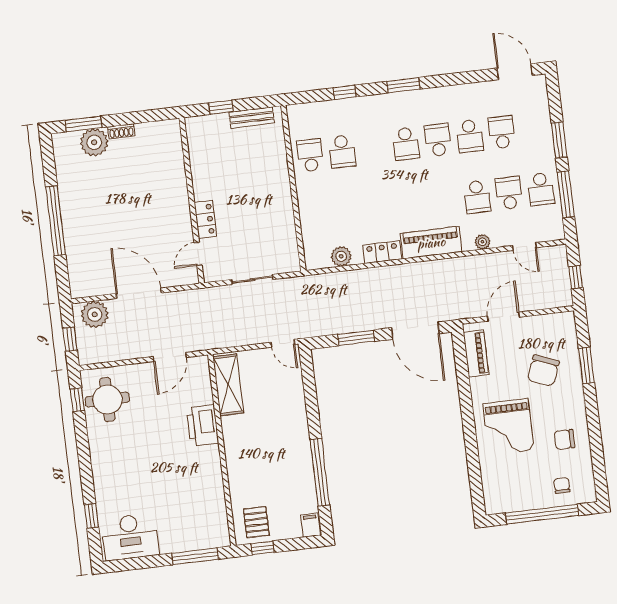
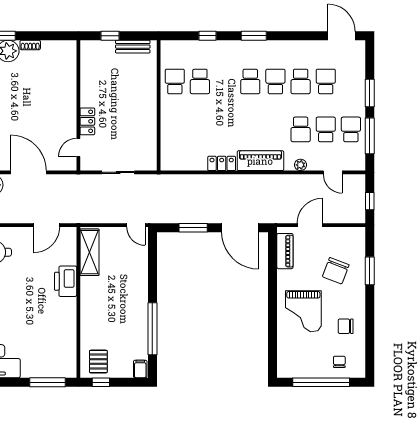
school desk: (541, 189) -> (351, 129), turned 180
plant: (341, 256) -> (189, 163), removed

